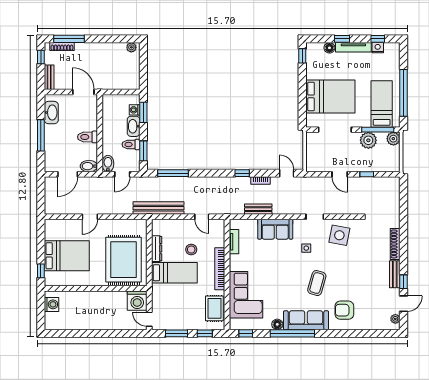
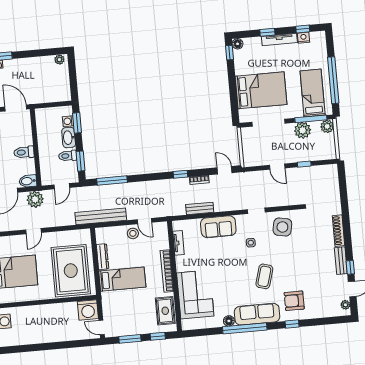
floor lamp: (329, 48) -> (238, 44), moved
bidet: (108, 164) -> (47, 177), removed
plant: (94, 185) -> (35, 199), added
stool: (191, 250) -> (133, 233), moved
window: (246, 333) -> (292, 324), moved

